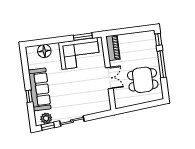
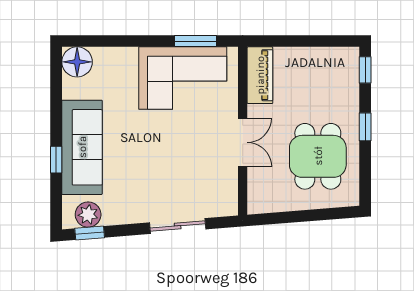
floor lamp: (44, 51) -> (77, 62), moved
window: (162, 64) -> (365, 127), width x0.46
dining table: (143, 80) -> (318, 156), turned 90
sliding door: (72, 121) -> (178, 226), moved

